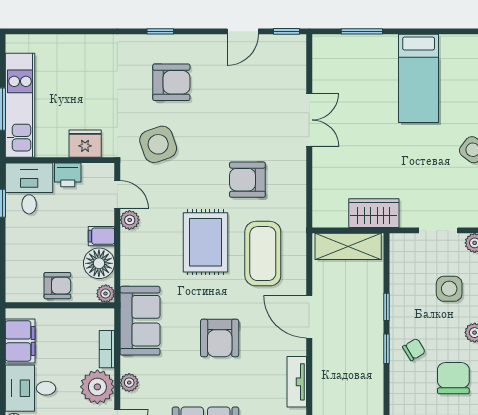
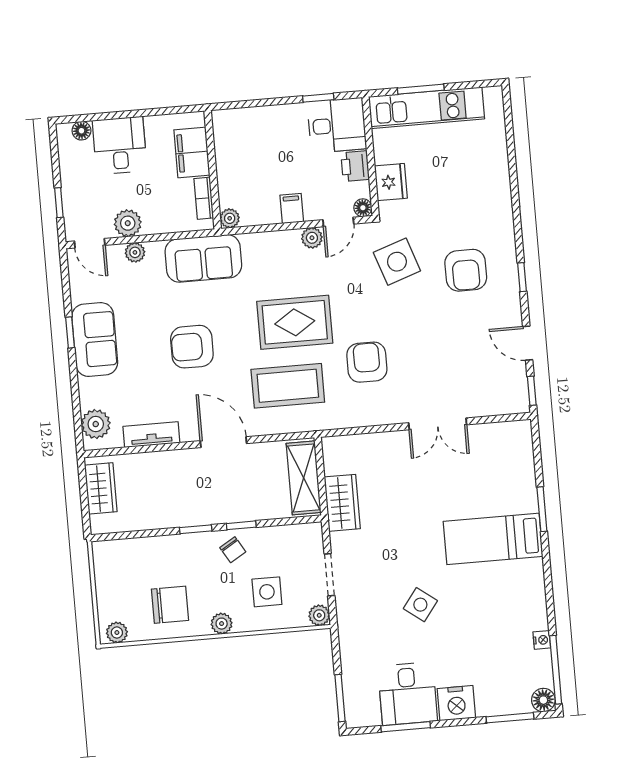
window: (160, 31) -> (522, 277), moved
window: (362, 31) -> (542, 509), moved
floor lamp: (99, 263) -> (363, 208), moved, width x0.53, depth x0.53
armchair: (57, 286) -> (234, 165), removed
door: (309, 317) -> (223, 442), hinge flipped
filing cabinet: (20, 341) -> (192, 152), moved, turned 90
bookcase: (107, 349) -> (204, 198), moved, turned -90
chair: (414, 349) -> (233, 550), moved
plant: (97, 387) -> (128, 223), width x0.73, depth x0.73

